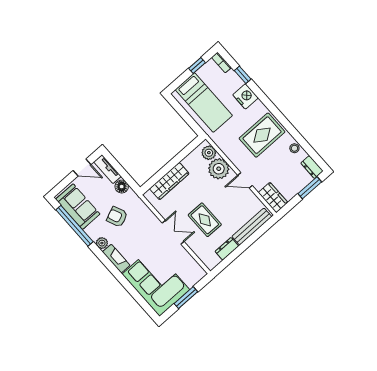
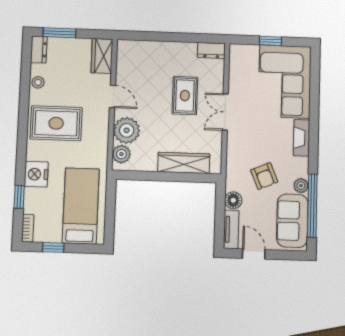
bench: (252, 227) -> (147, 48), removed
plant: (102, 243) -> (301, 186), moved
dresser: (227, 249) -> (211, 50), moved
window: (186, 298) -> (270, 41), width x0.67

